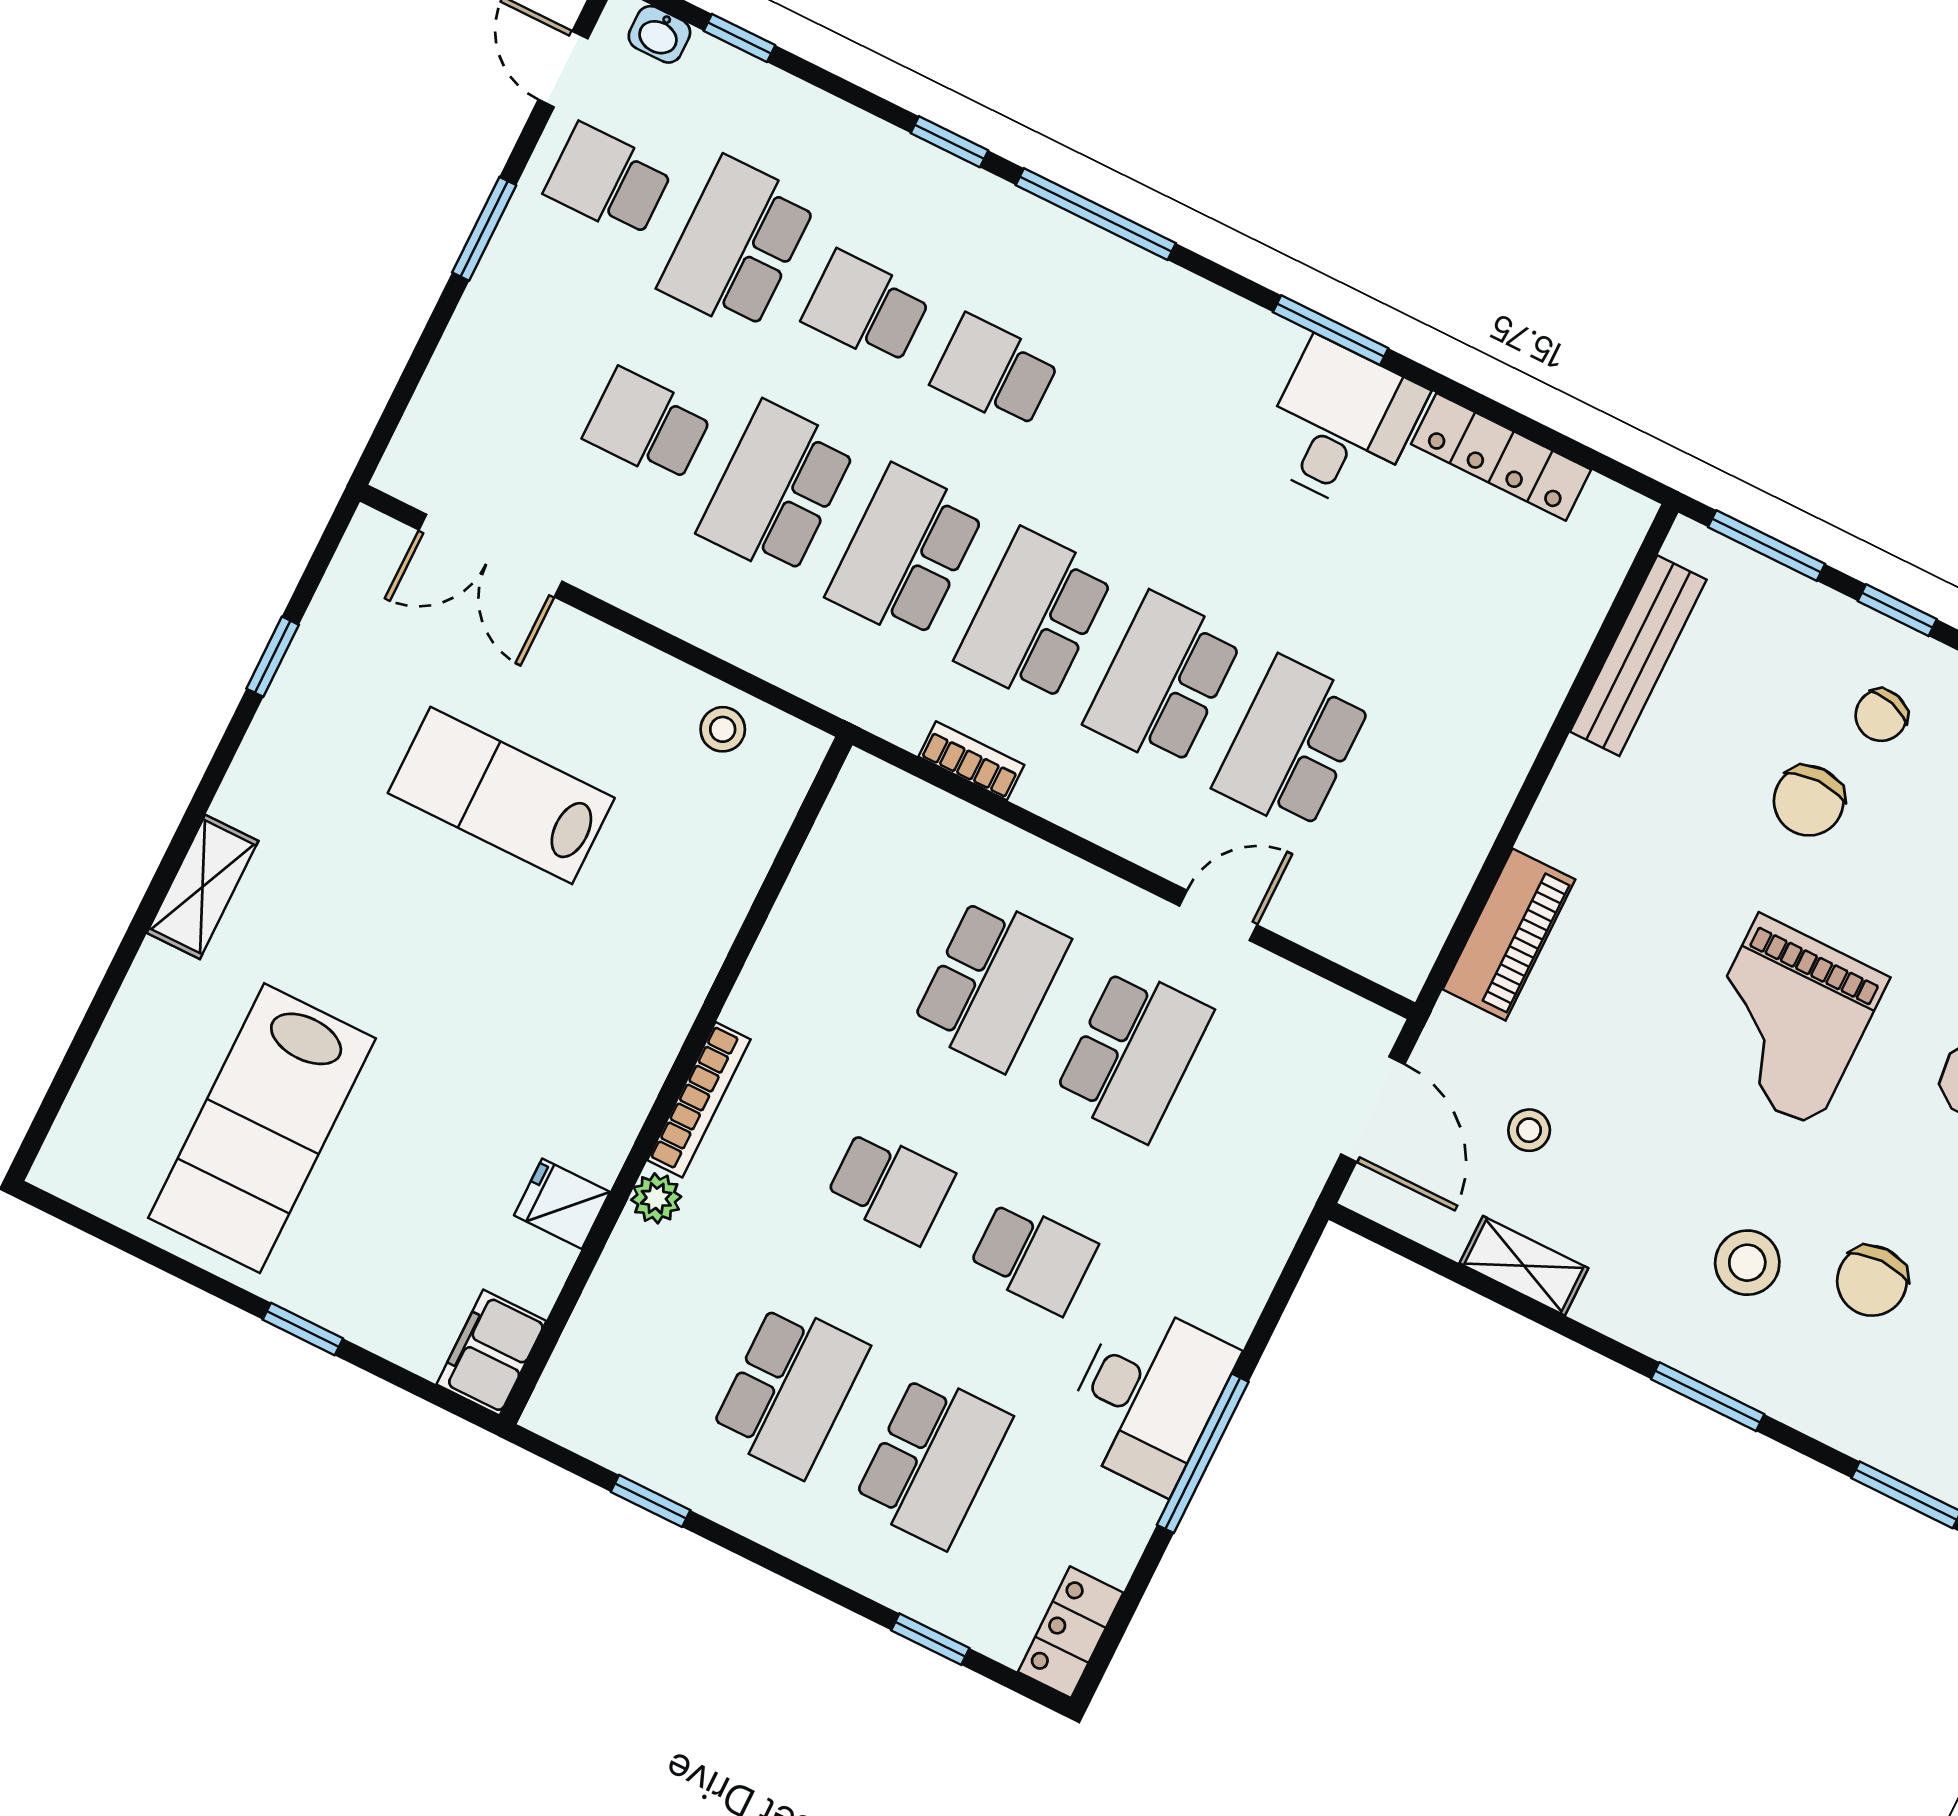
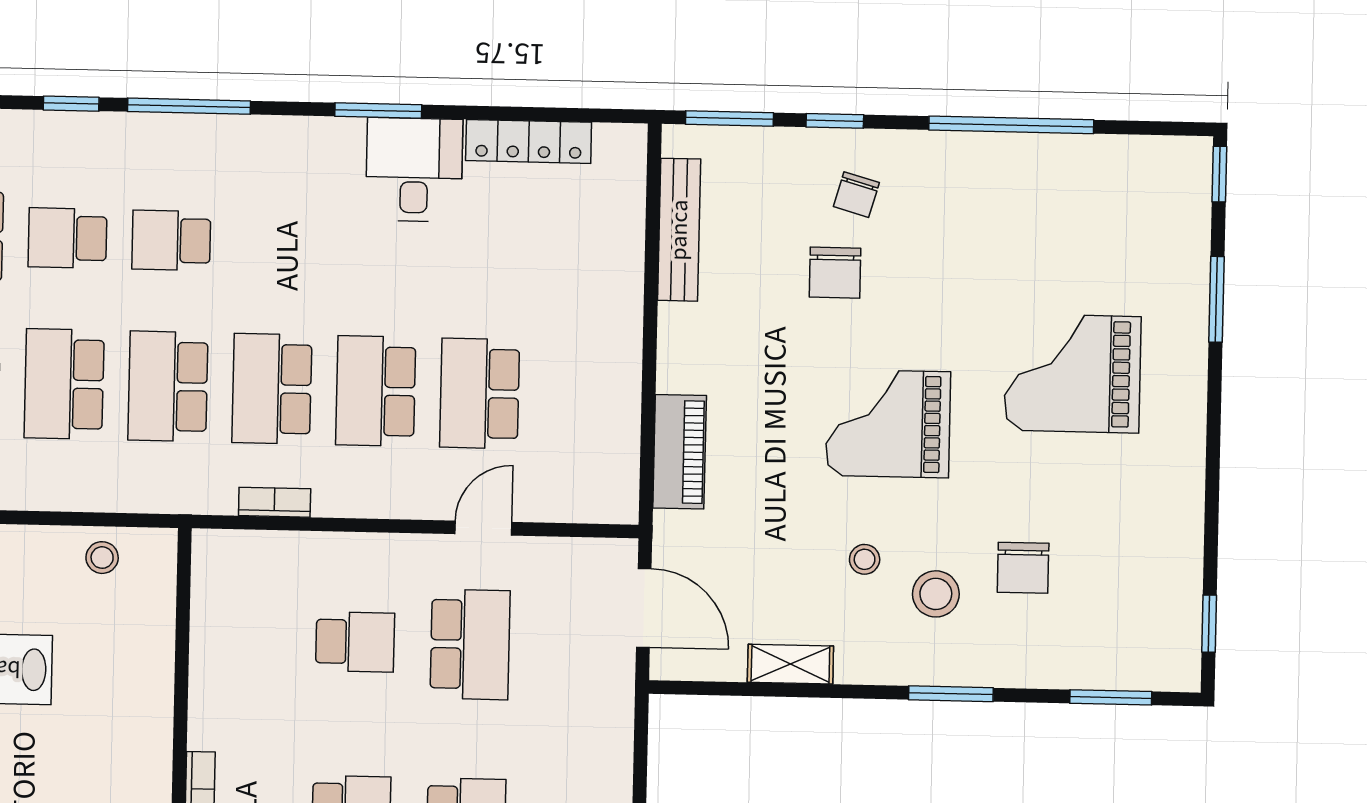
school desk: (991, 983) -> (355, 642), width x0.54
grand piano: (1787, 1021) -> (888, 424), turned 90
stool: (1529, 1130) -> (865, 559), moved

